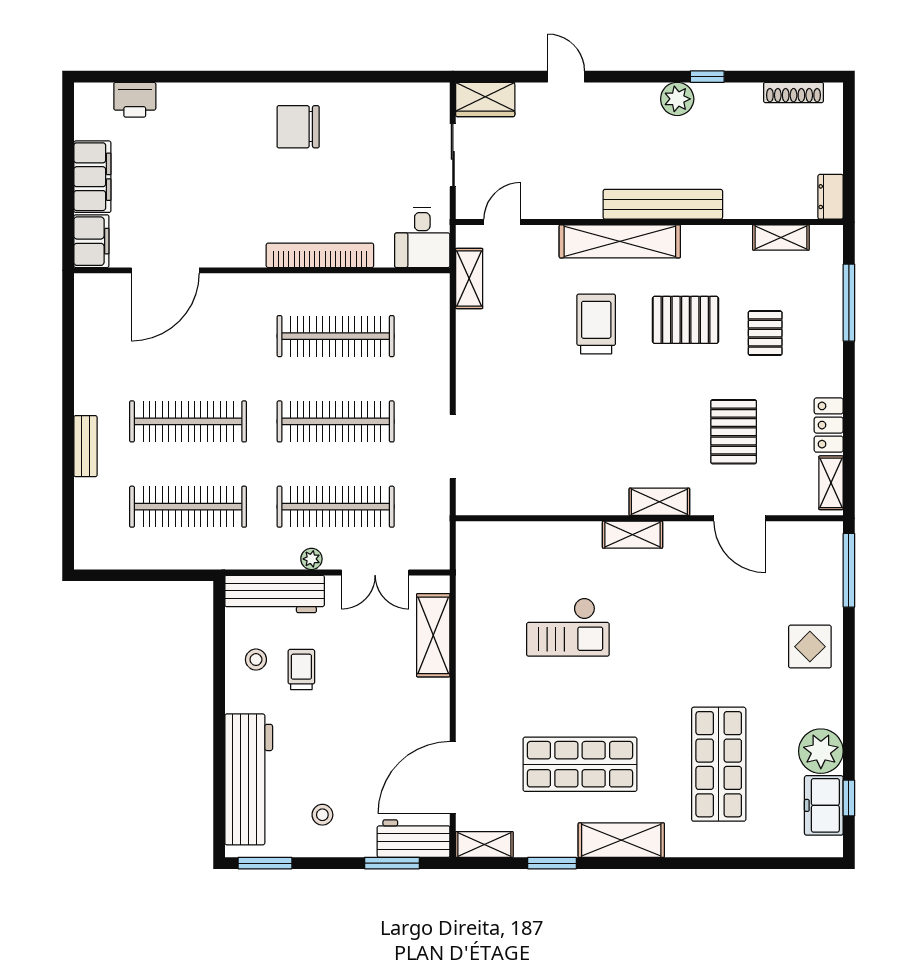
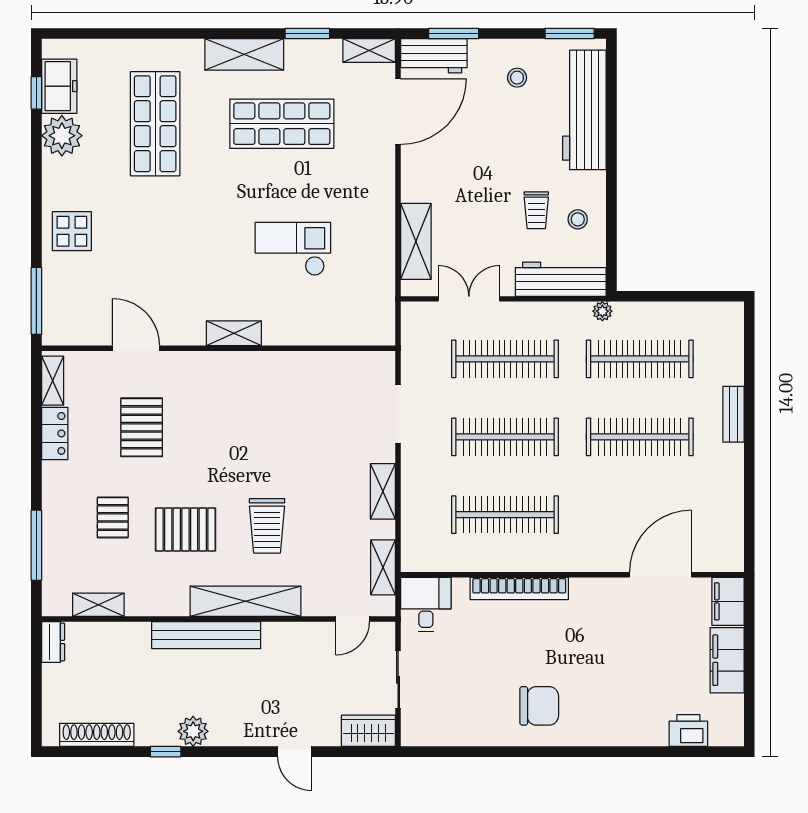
shoe rack: (794, 93) -> (97, 735), width x1.36, depth x1.24
shelving: (659, 502) -> (383, 491), moved, turned 90
plant: (311, 559) -> (602, 311), moved

